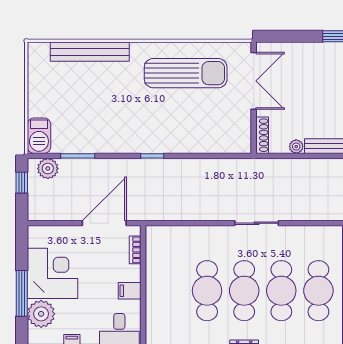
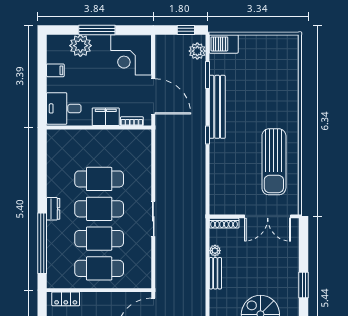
bench: (90, 52) -> (217, 107), moved
corner desk: (52, 273) -> (131, 55), moved, turned 90
filing cabinet: (130, 291) -> (106, 117), width x2.00

